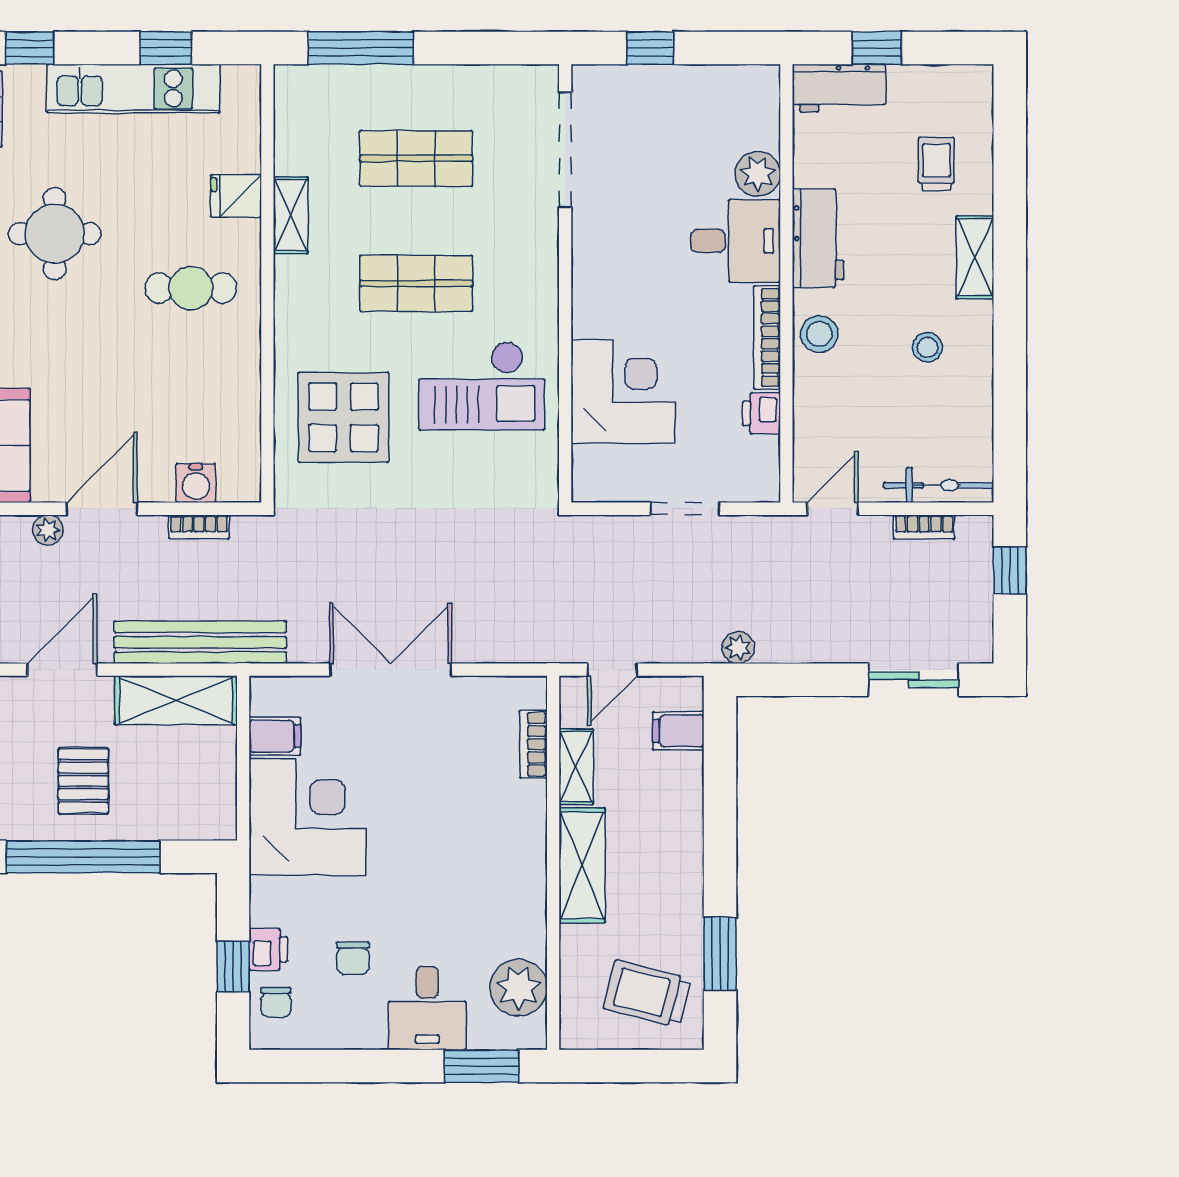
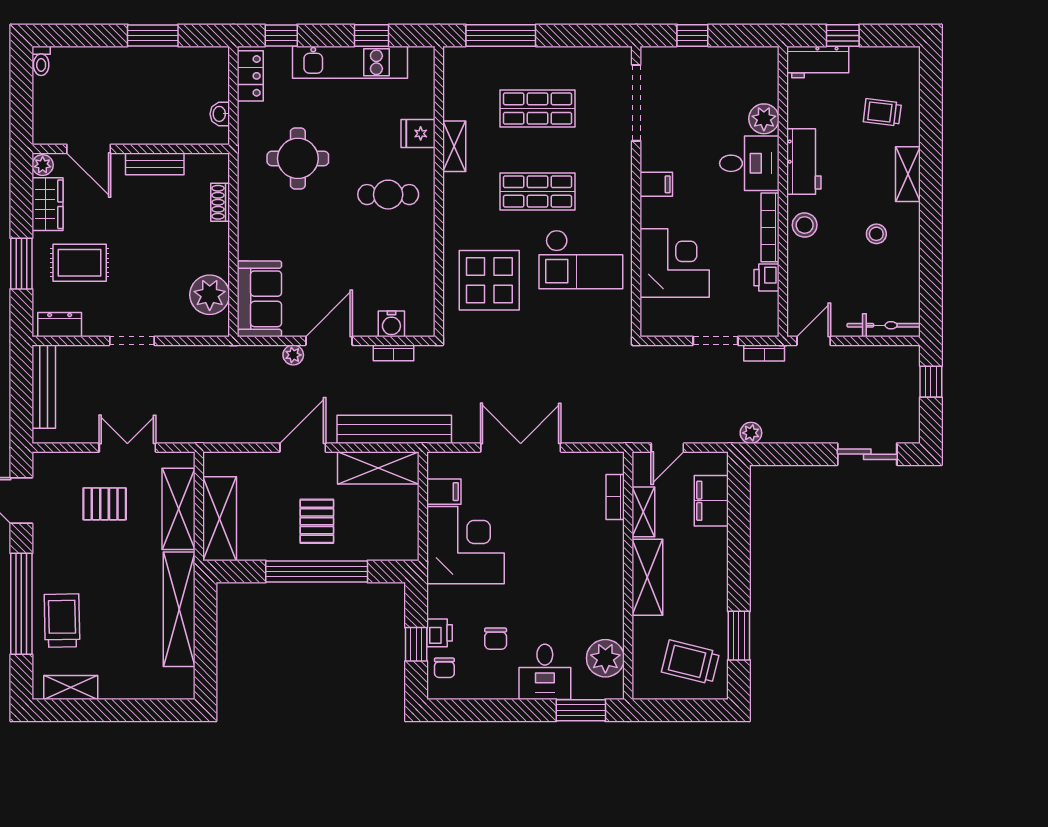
trolley: (936, 164) -> (882, 112), turned -83
filing cabinet: (596, 273) -> (656, 184), added
bookcase: (924, 527) -> (764, 353), moved
filing cabinet: (678, 731) -> (711, 501), width x2.00

